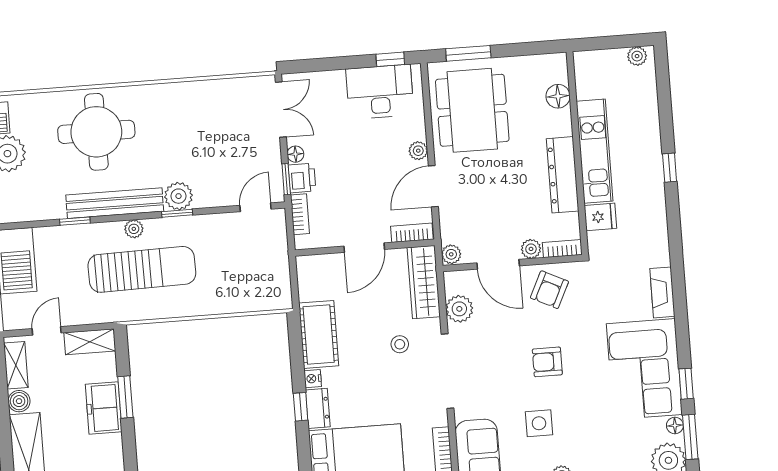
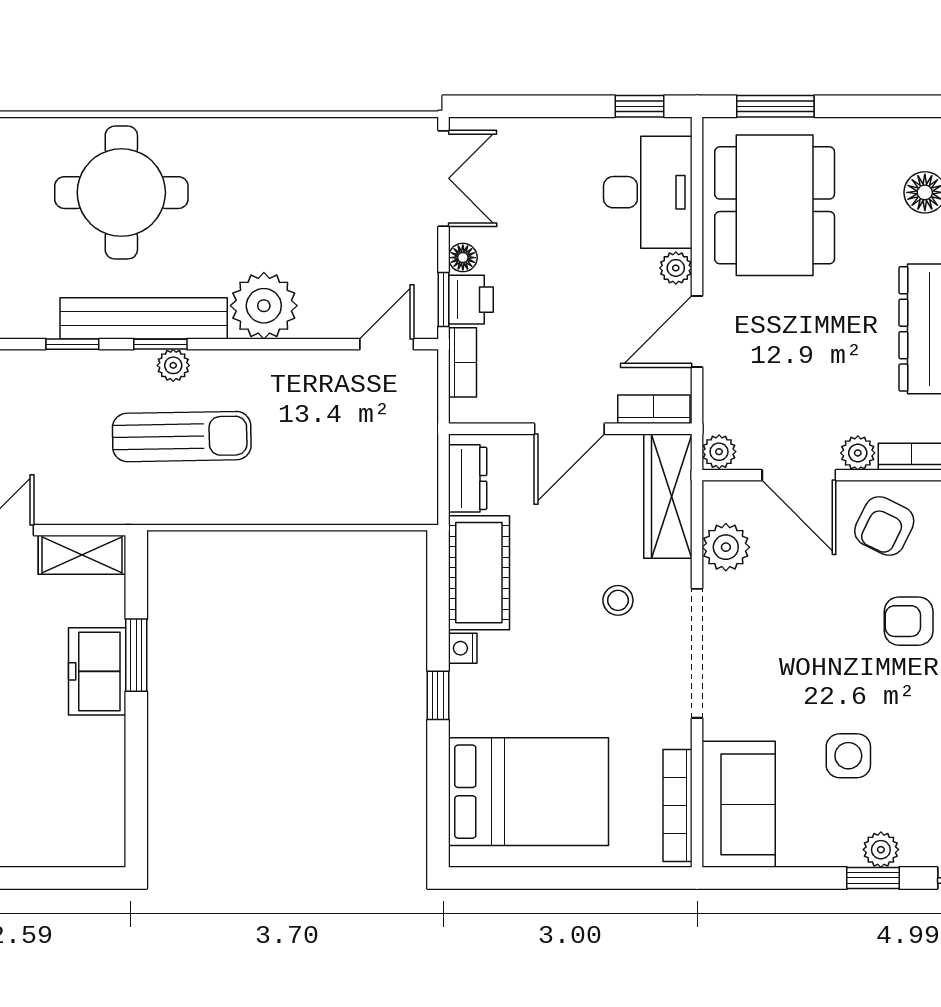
desk: (380, 92) -> (648, 192), moved, turned 90
plant: (178, 196) -> (264, 306), width x1.36, depth x1.36
window: (177, 213) -> (160, 344), moved
sun lounger: (142, 269) -> (182, 437), width x0.73, depth x0.75
armchair: (547, 362) -> (909, 621), moved
dresser: (318, 408) -> (468, 478), moved

